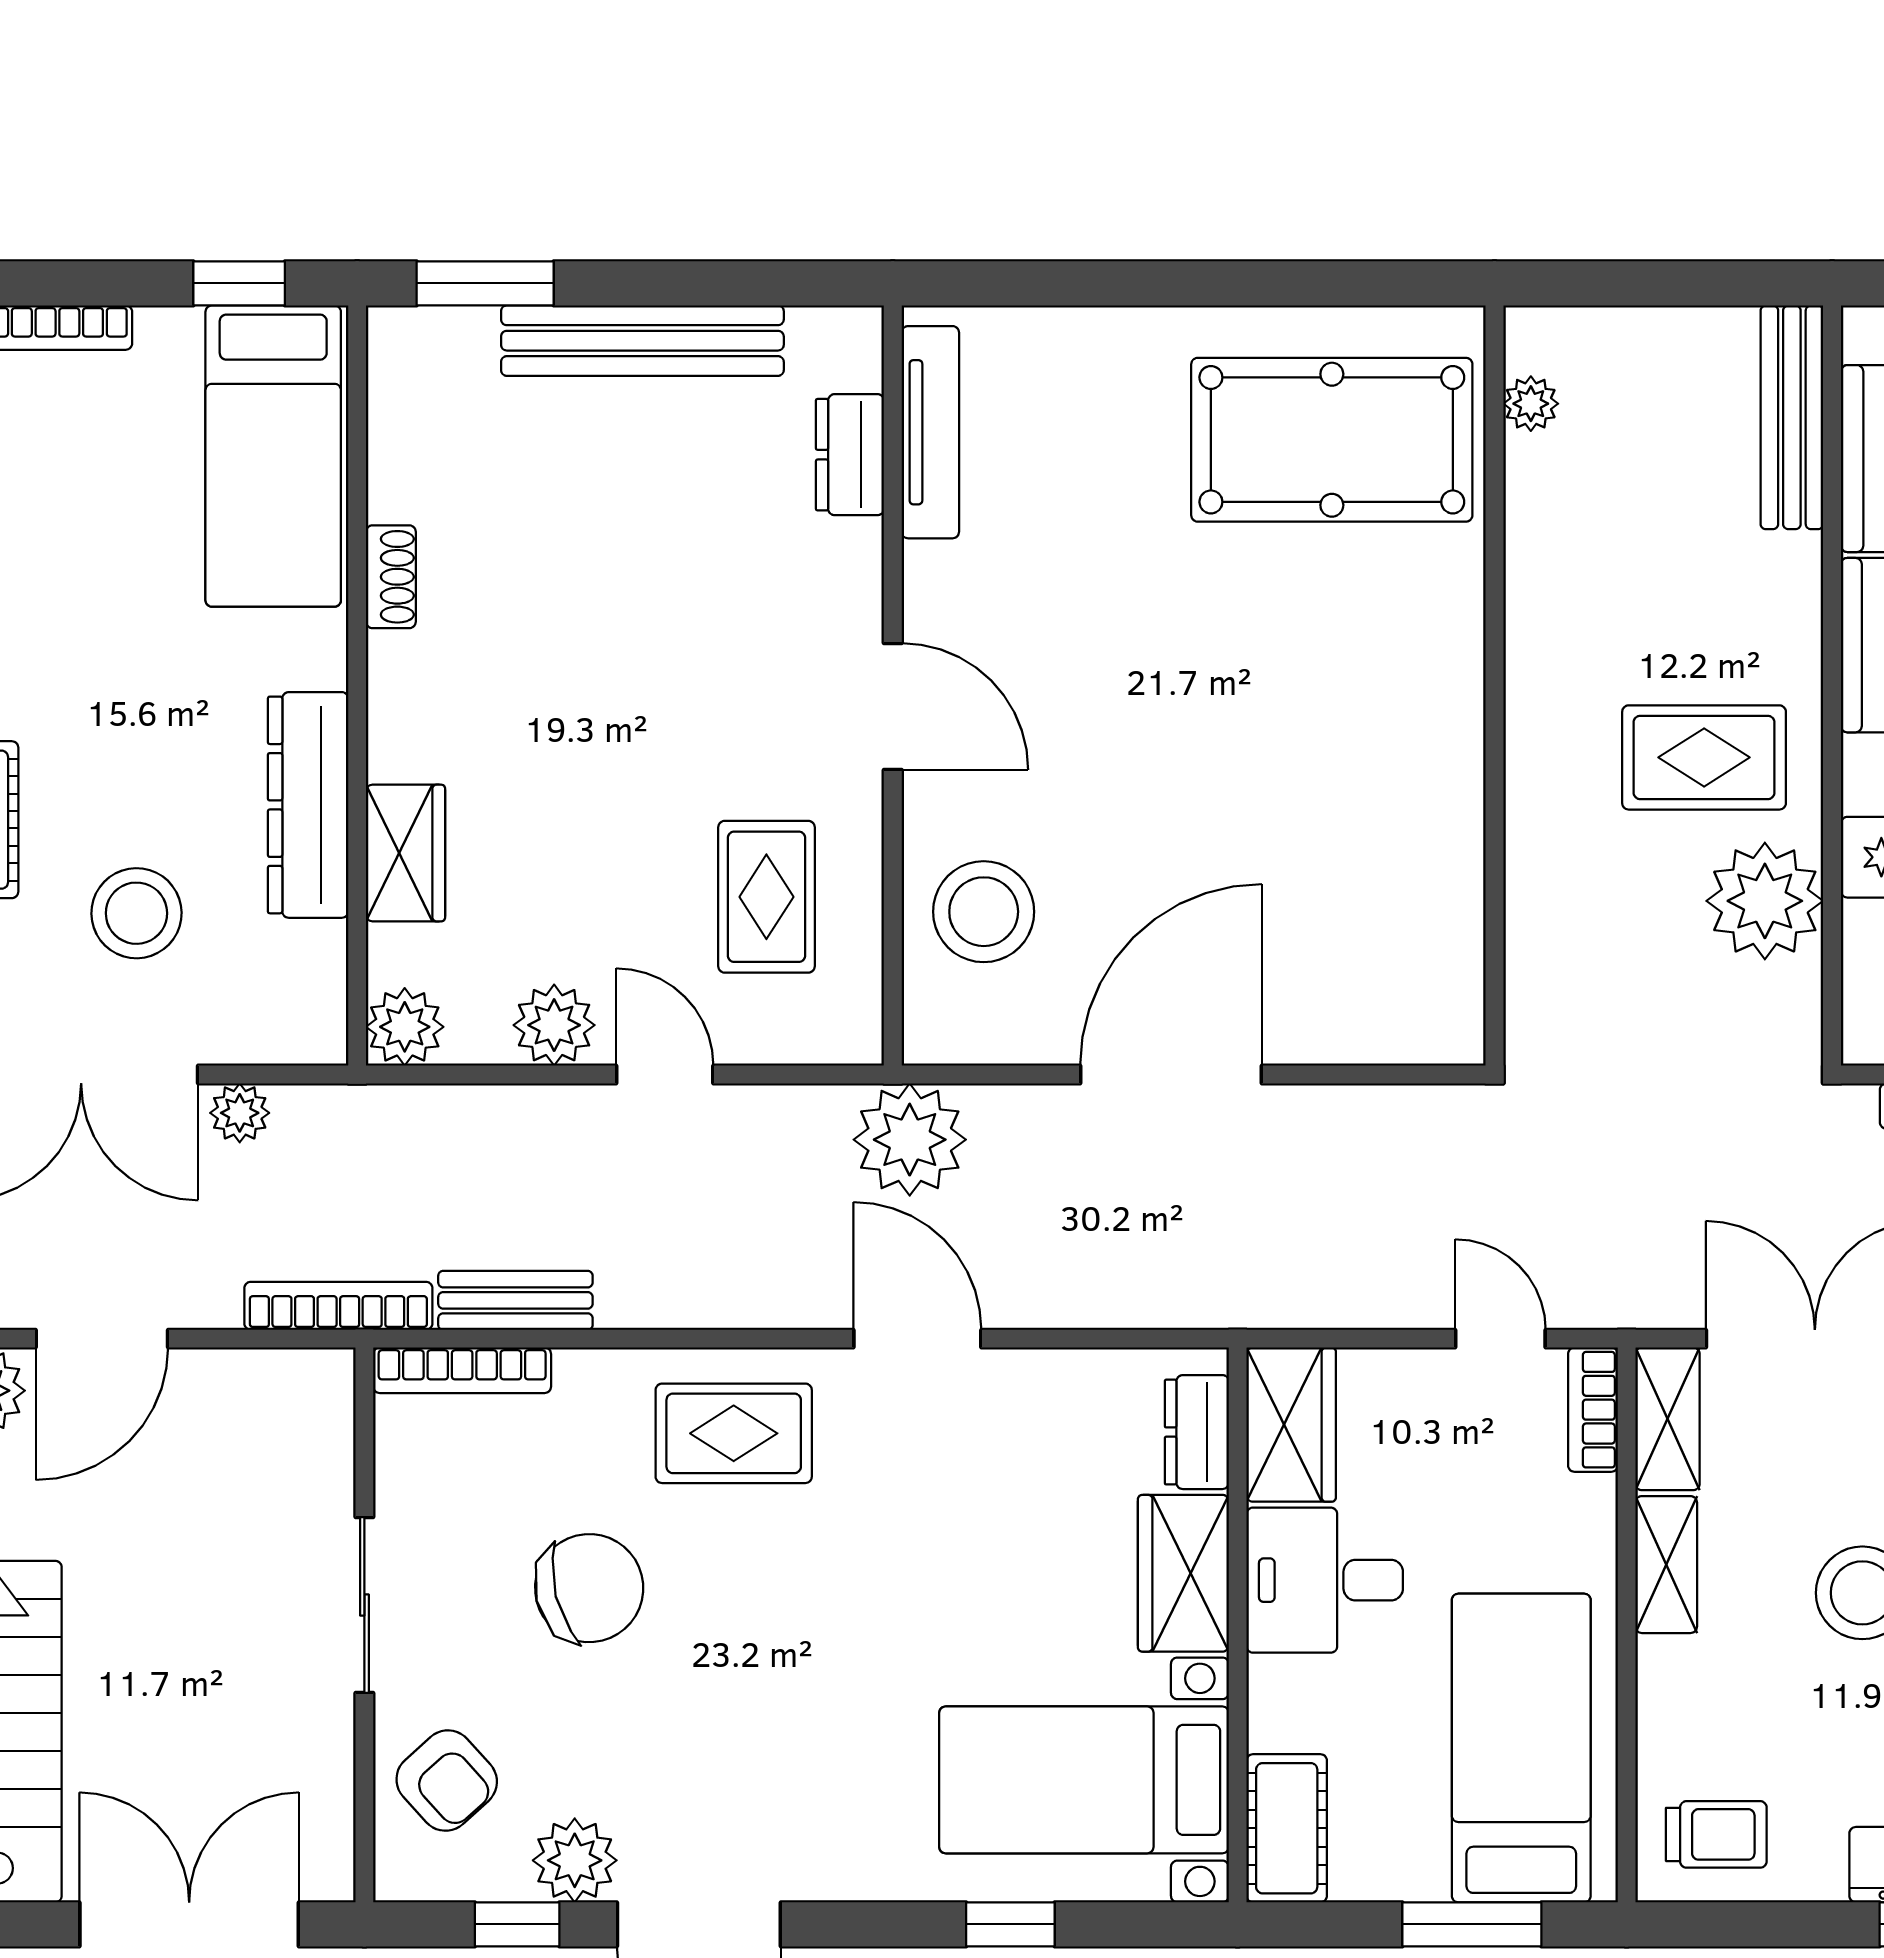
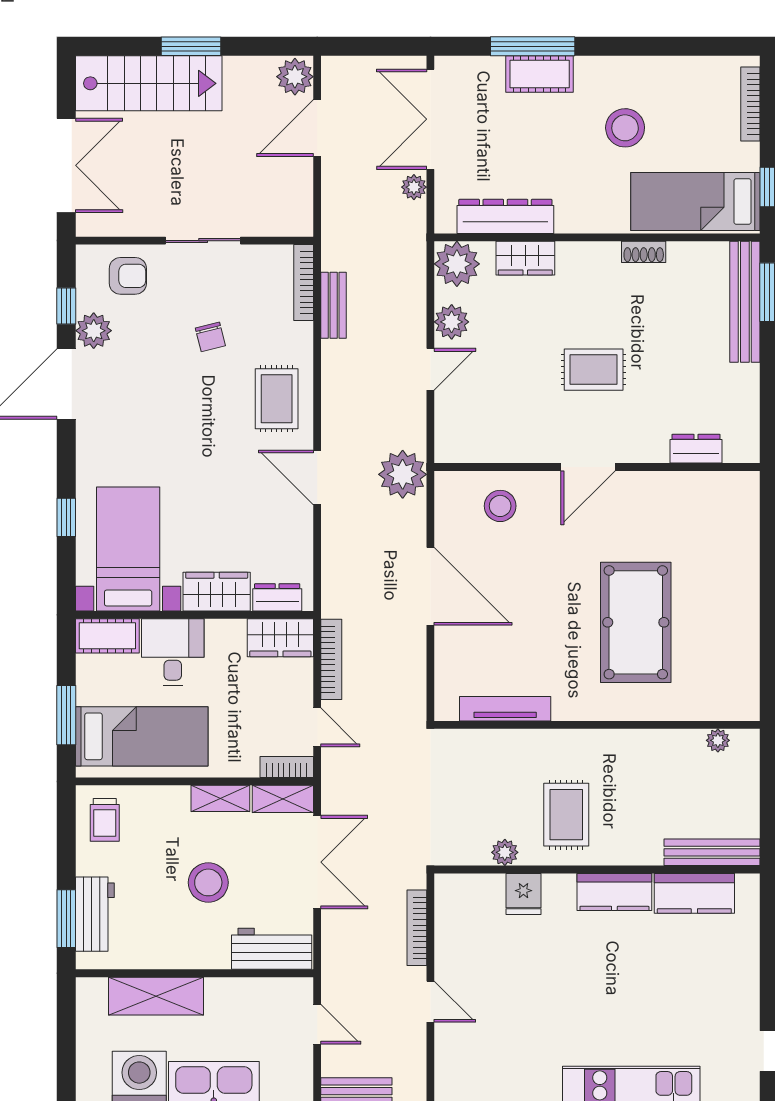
bench: (642, 341) -> (745, 302), moved
tv unit: (930, 432) -> (505, 709), moved, turned 180
pool table: (1332, 440) -> (636, 622), moved
dresser: (308, 805) -> (505, 216), moved
rug: (766, 897) -> (594, 370), moved
plant: (1765, 901) -> (505, 852), width x0.53, depth x0.53
stool: (984, 912) -> (500, 506), width x0.73, depth x0.73
stool: (136, 913) -> (625, 128), moved
plant: (405, 1027) -> (457, 264), width x1.36, depth x1.36
bookcase: (338, 1306) -> (331, 659), moved
door: (102, 1339) -> (317, 128), hinge flipped
door: (917, 1339) -> (317, 478), swing flipped
door: (1500, 1339) -> (317, 727), hinge flipped
desk: (1325, 1580) -> (173, 652), moved
chair: (589, 1588) -> (210, 337), width x0.54, depth x0.54
armchair: (447, 1781) -> (128, 276), turned -138

